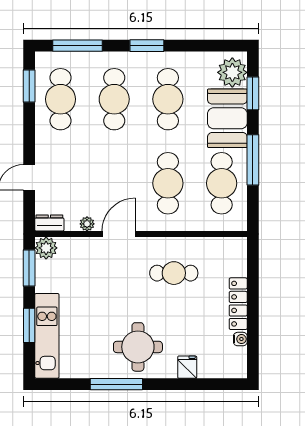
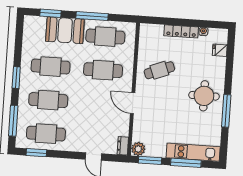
plant: (232, 72) -> (37, 25), removed
plant: (87, 224) -> (125, 122), removed
cafe table: (174, 273) -> (159, 70), turned 69
window: (29, 325) -> (186, 163), width x1.44
fridge: (187, 367) -> (220, 50), moved

